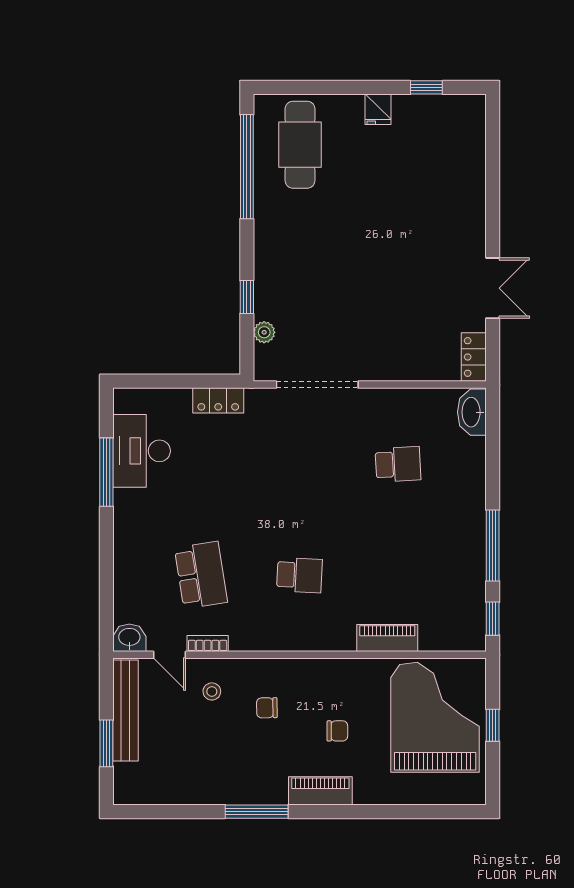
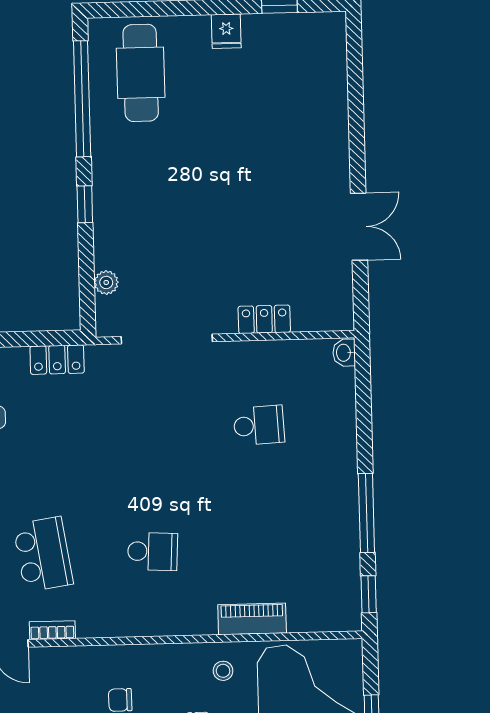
window: (247, 297) -> (85, 204), moved
locker: (474, 357) -> (264, 319), moved, turned 90
washbasin: (472, 412) -> (344, 353), width x0.52, depth x0.69
stool: (212, 691) -> (223, 671), moved

